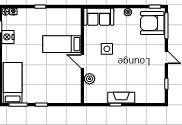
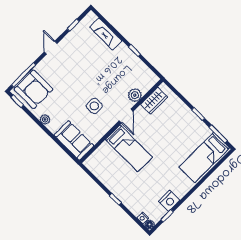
wardrobe: (75, 87) -> (154, 101), added
fireplace: (121, 98) -> (106, 34), moved

